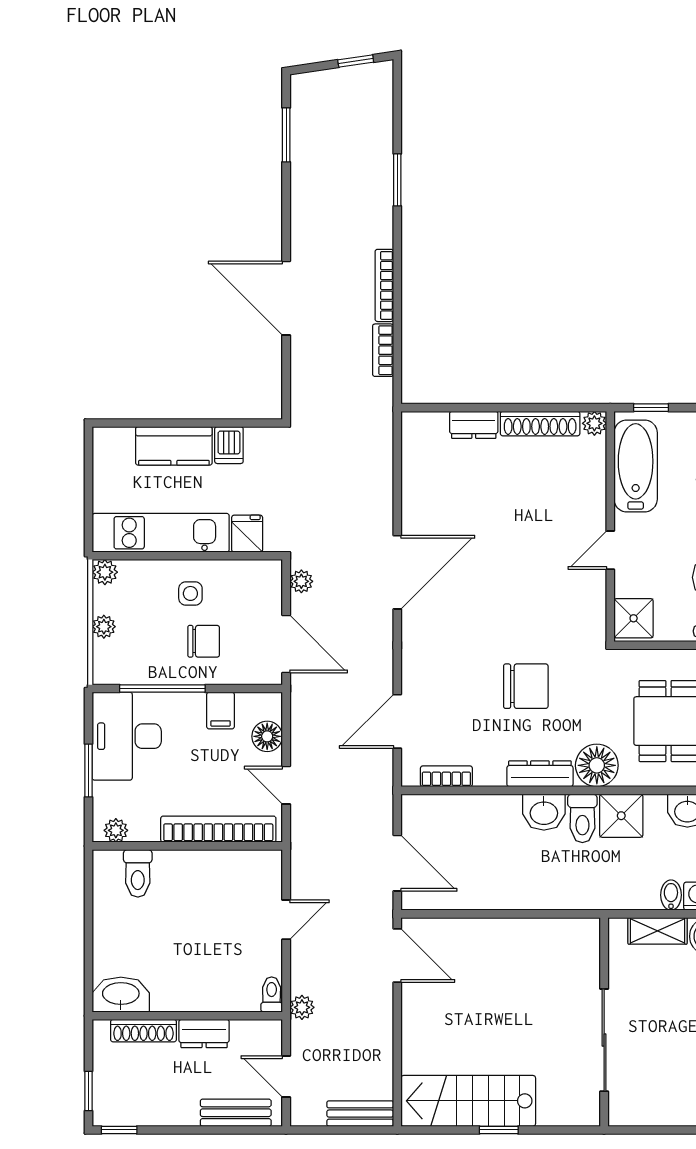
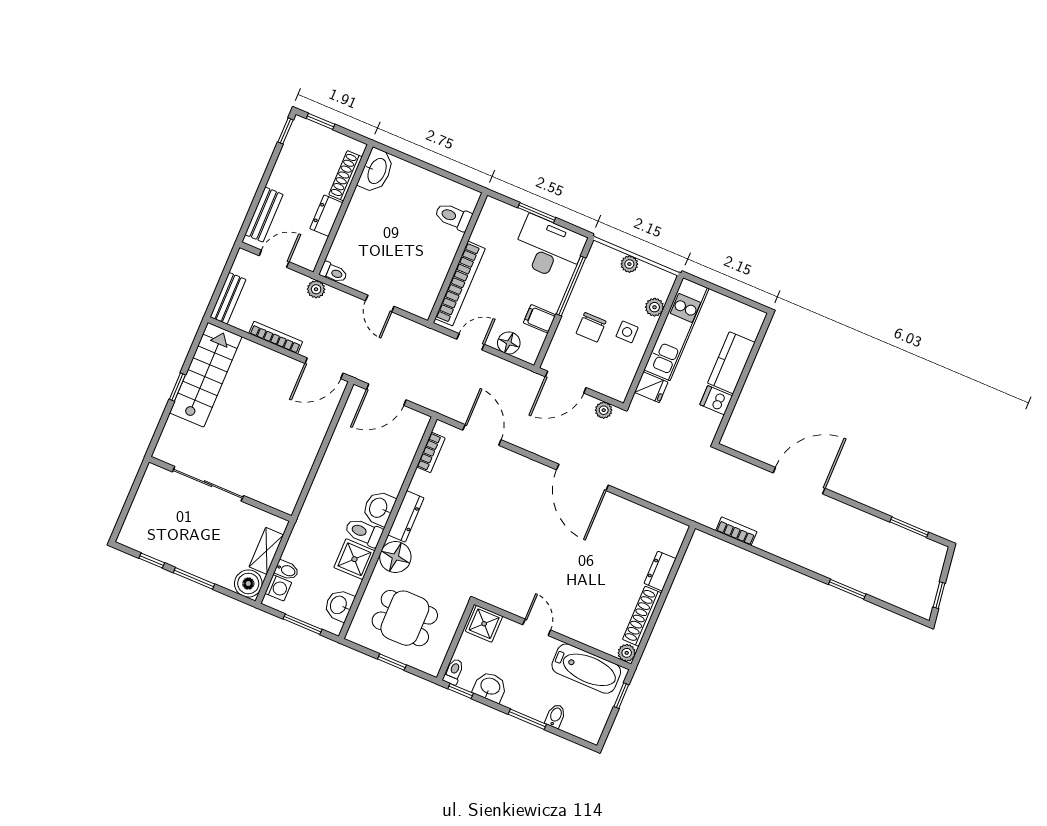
bookcase: (384, 285) -> (276, 338), moved
plant: (105, 572) -> (654, 307), moved
chair: (526, 686) -> (469, 532), removed
plant: (116, 830) -> (489, 214), removed

